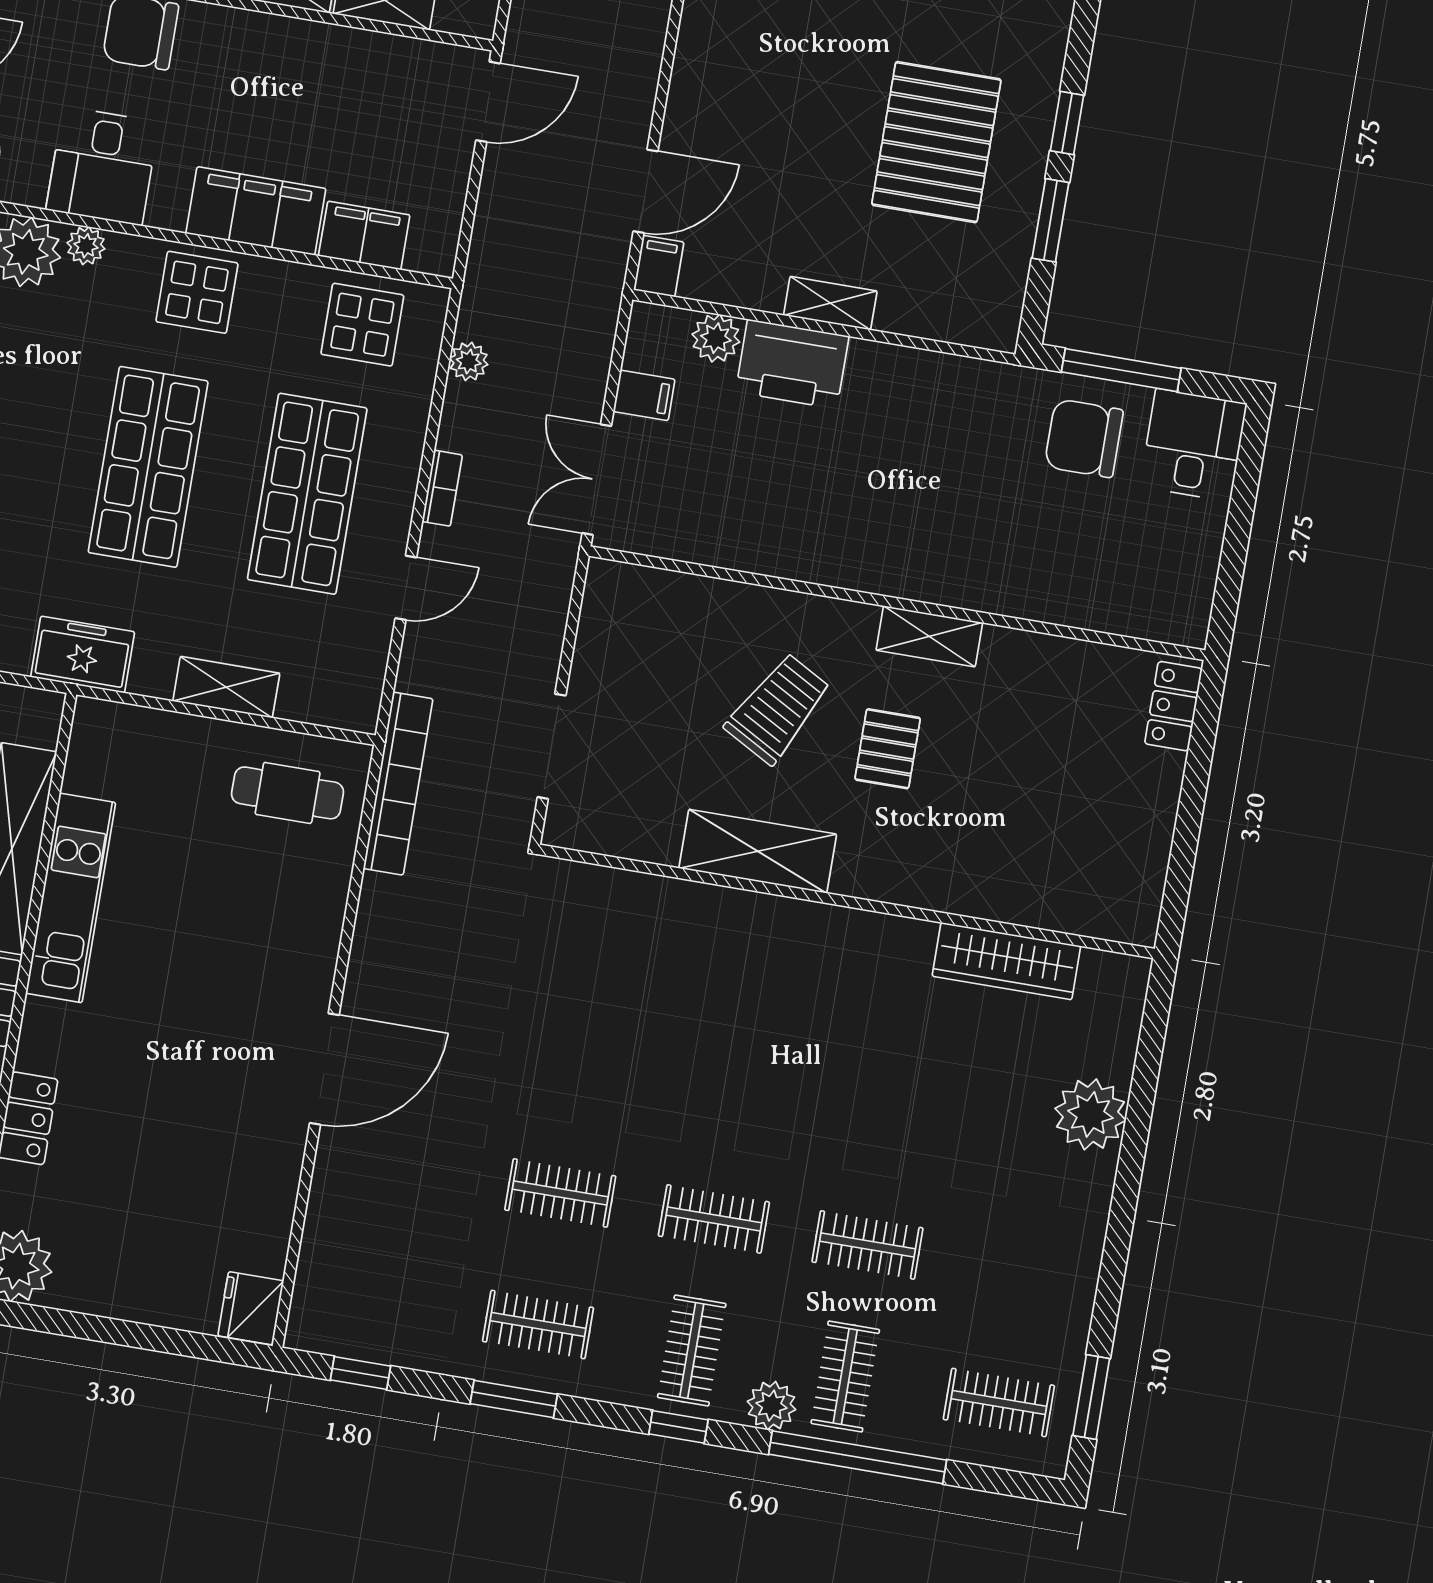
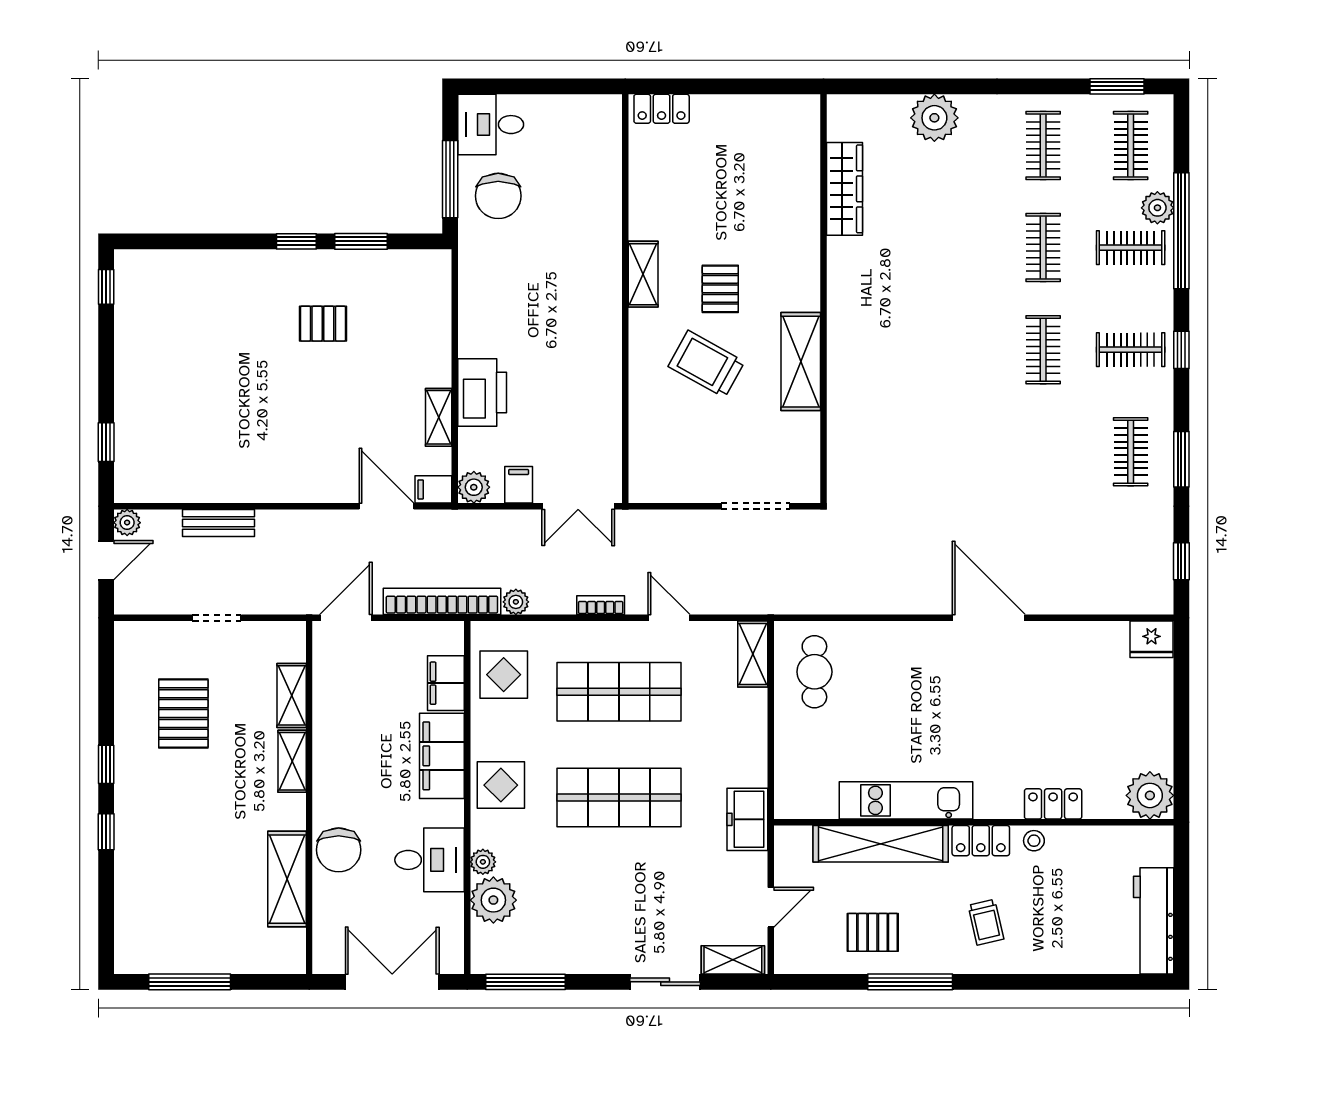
door: (488, 102) -> (346, 618), hinge flipped
pallet: (936, 142) -> (323, 324), width x0.49, depth x0.50
shelving: (830, 303) -> (439, 417), moved
plant: (716, 338) -> (474, 487), moved
shelving: (226, 687) -> (753, 654), moved
pallet: (888, 749) -> (720, 289), turned 90
bookcase: (398, 784) -> (442, 601), moved
clothes rail: (560, 1193) -> (1043, 145), moved
plant: (772, 1406) -> (1157, 208), moved

